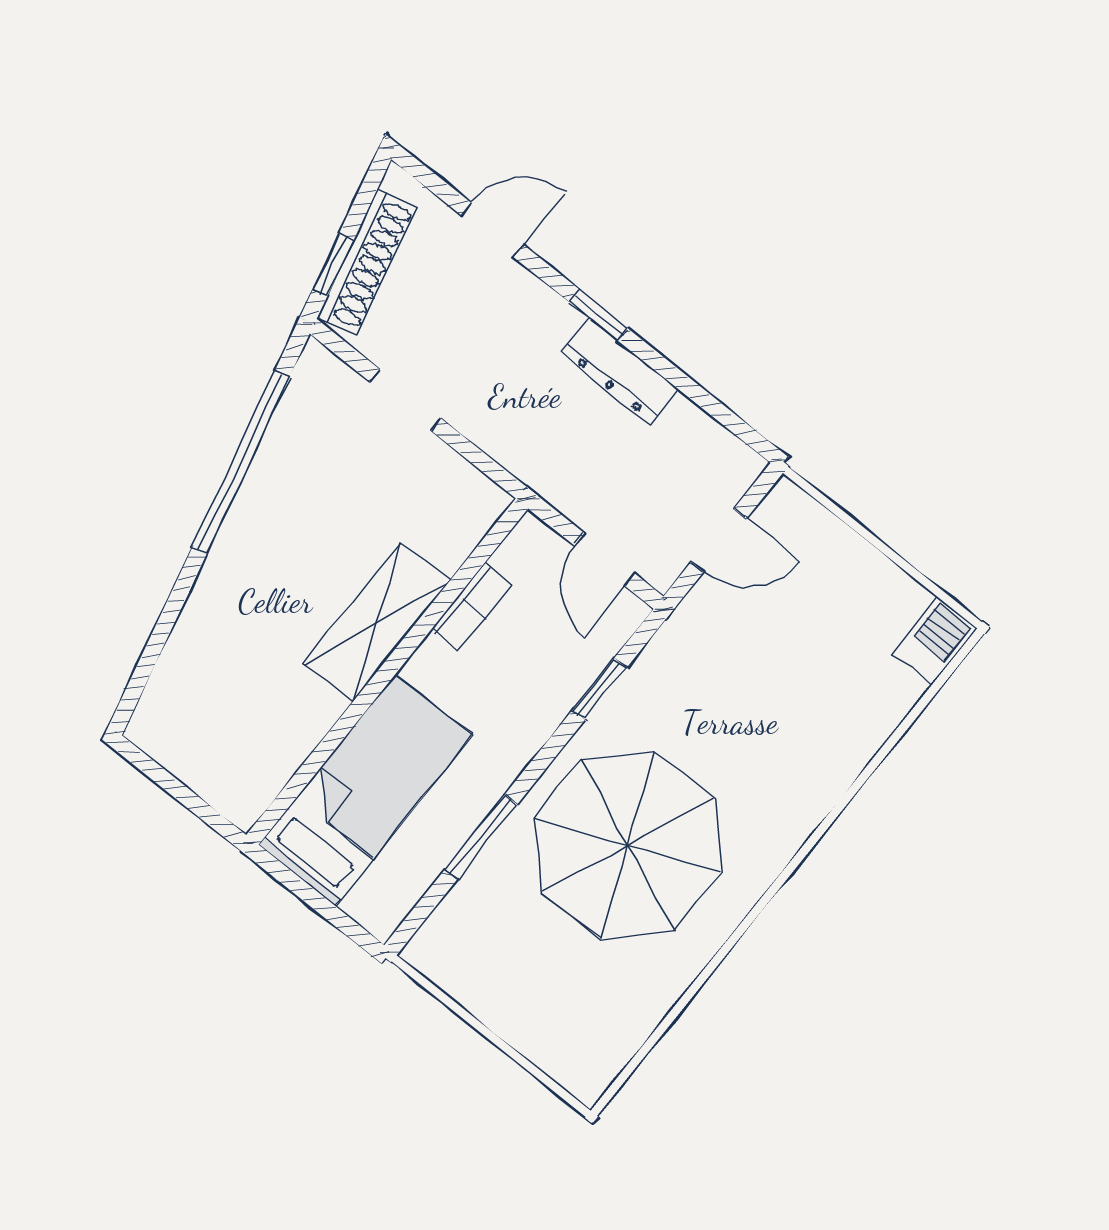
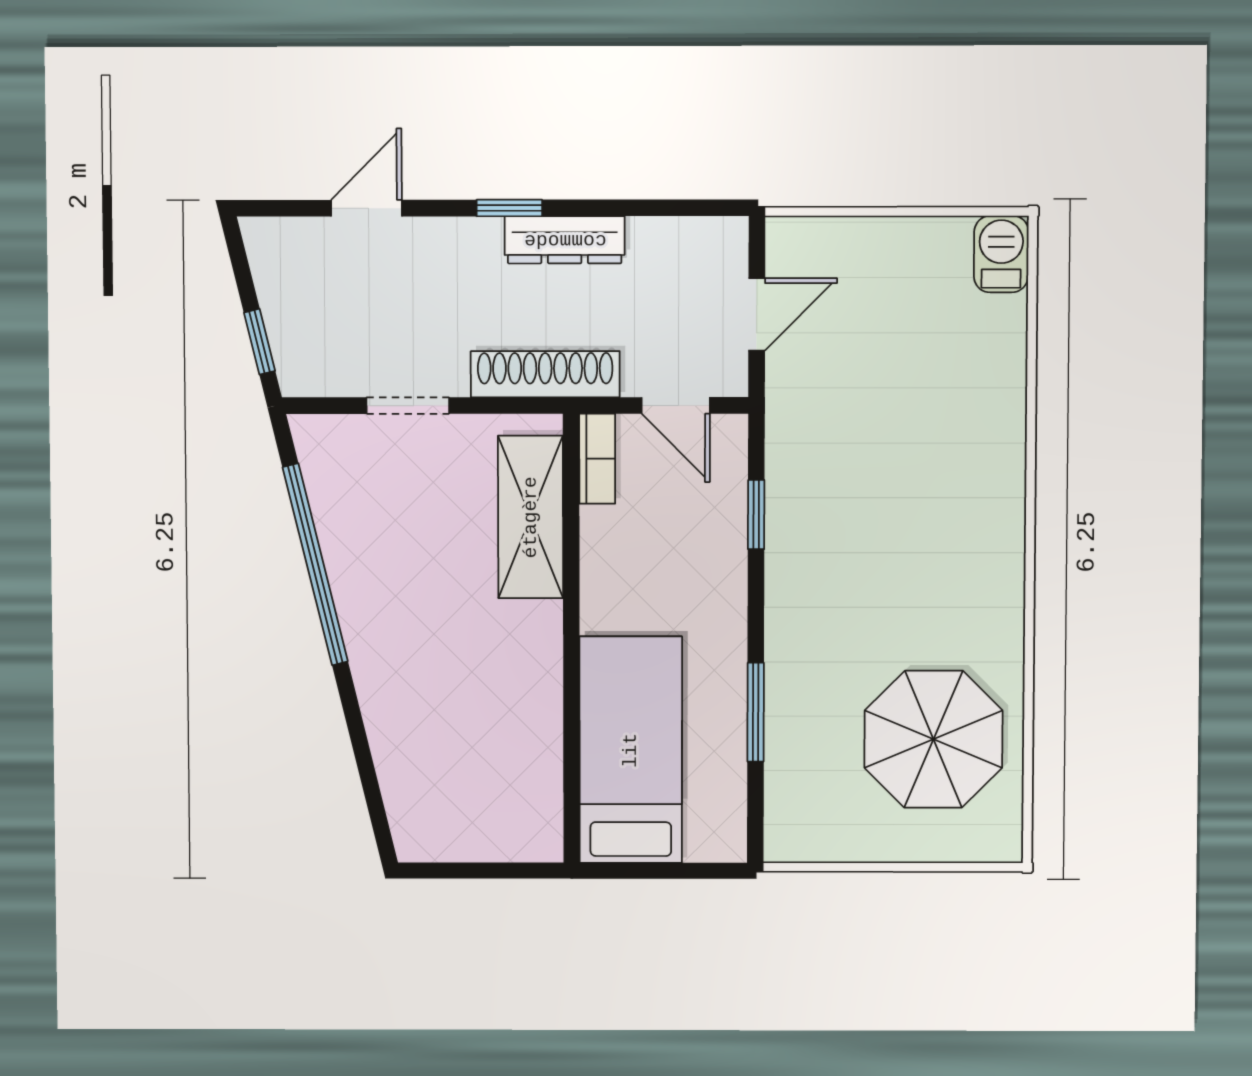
shoe rack: (367, 262) -> (545, 374), moved, turned -76
bookcase: (471, 607) -> (597, 459), moved
shelving: (377, 622) -> (531, 517), moved
parasol: (628, 845) -> (933, 739), moved, width x0.73, depth x0.73

